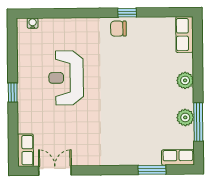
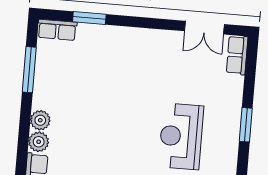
reception desk: (66, 78) -> (181, 136), turned 180
window: (13, 93) -> (246, 125), width x1.50
plant: (185, 117) -> (39, 142), moved

